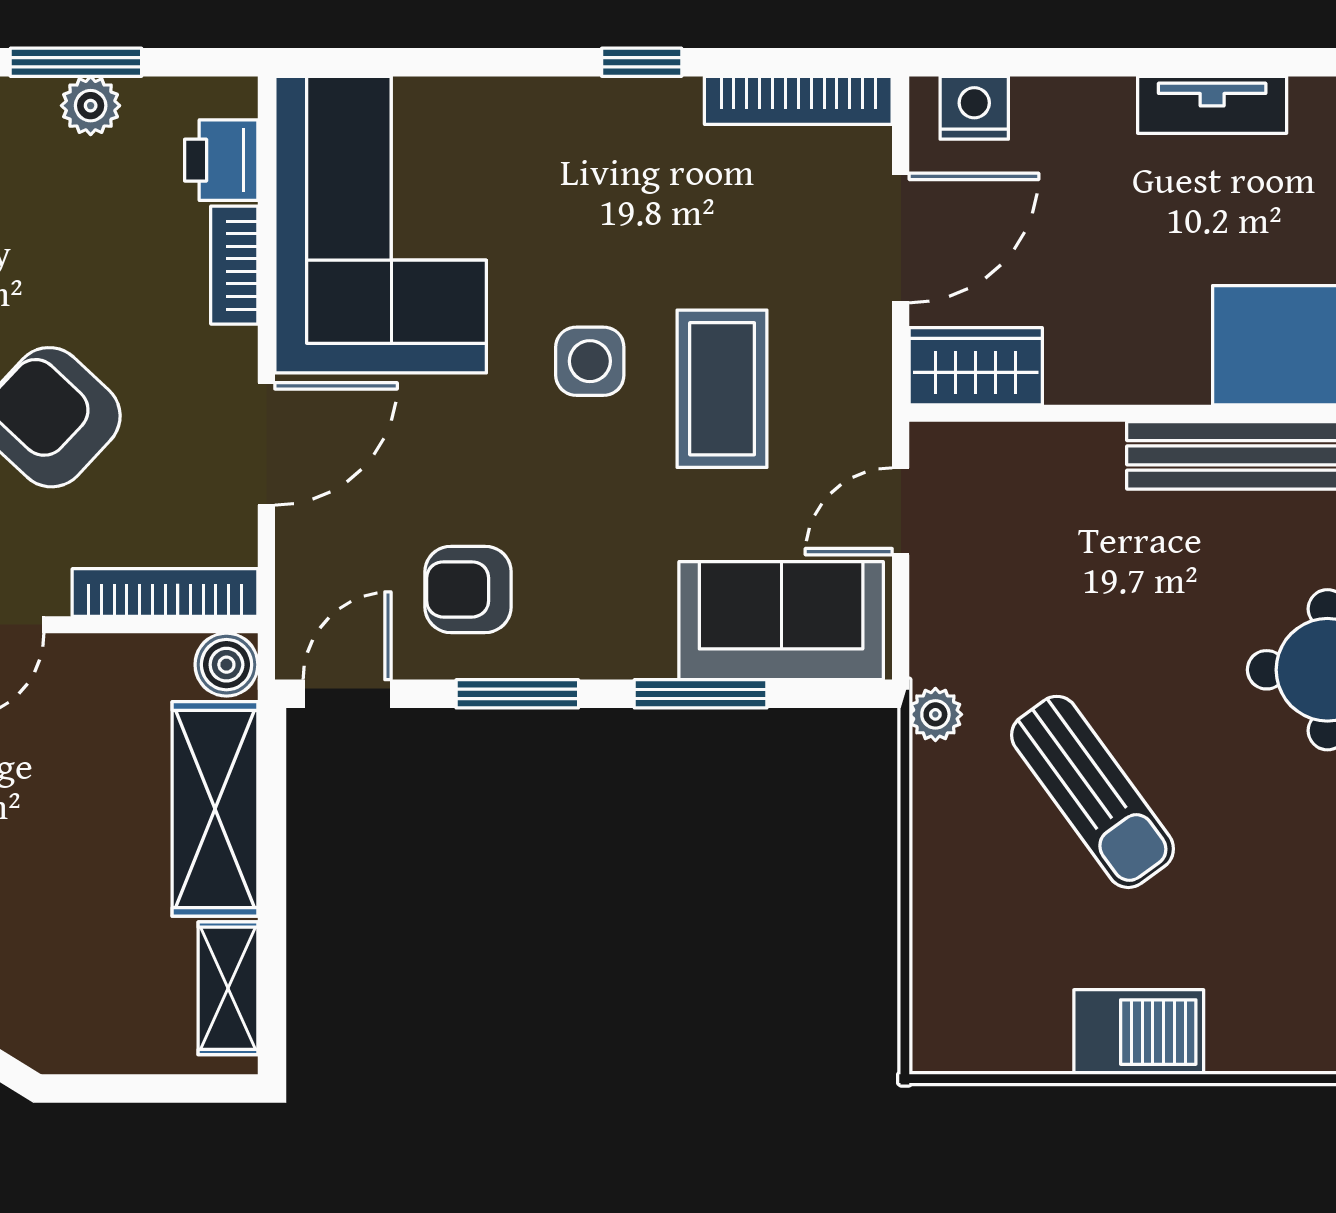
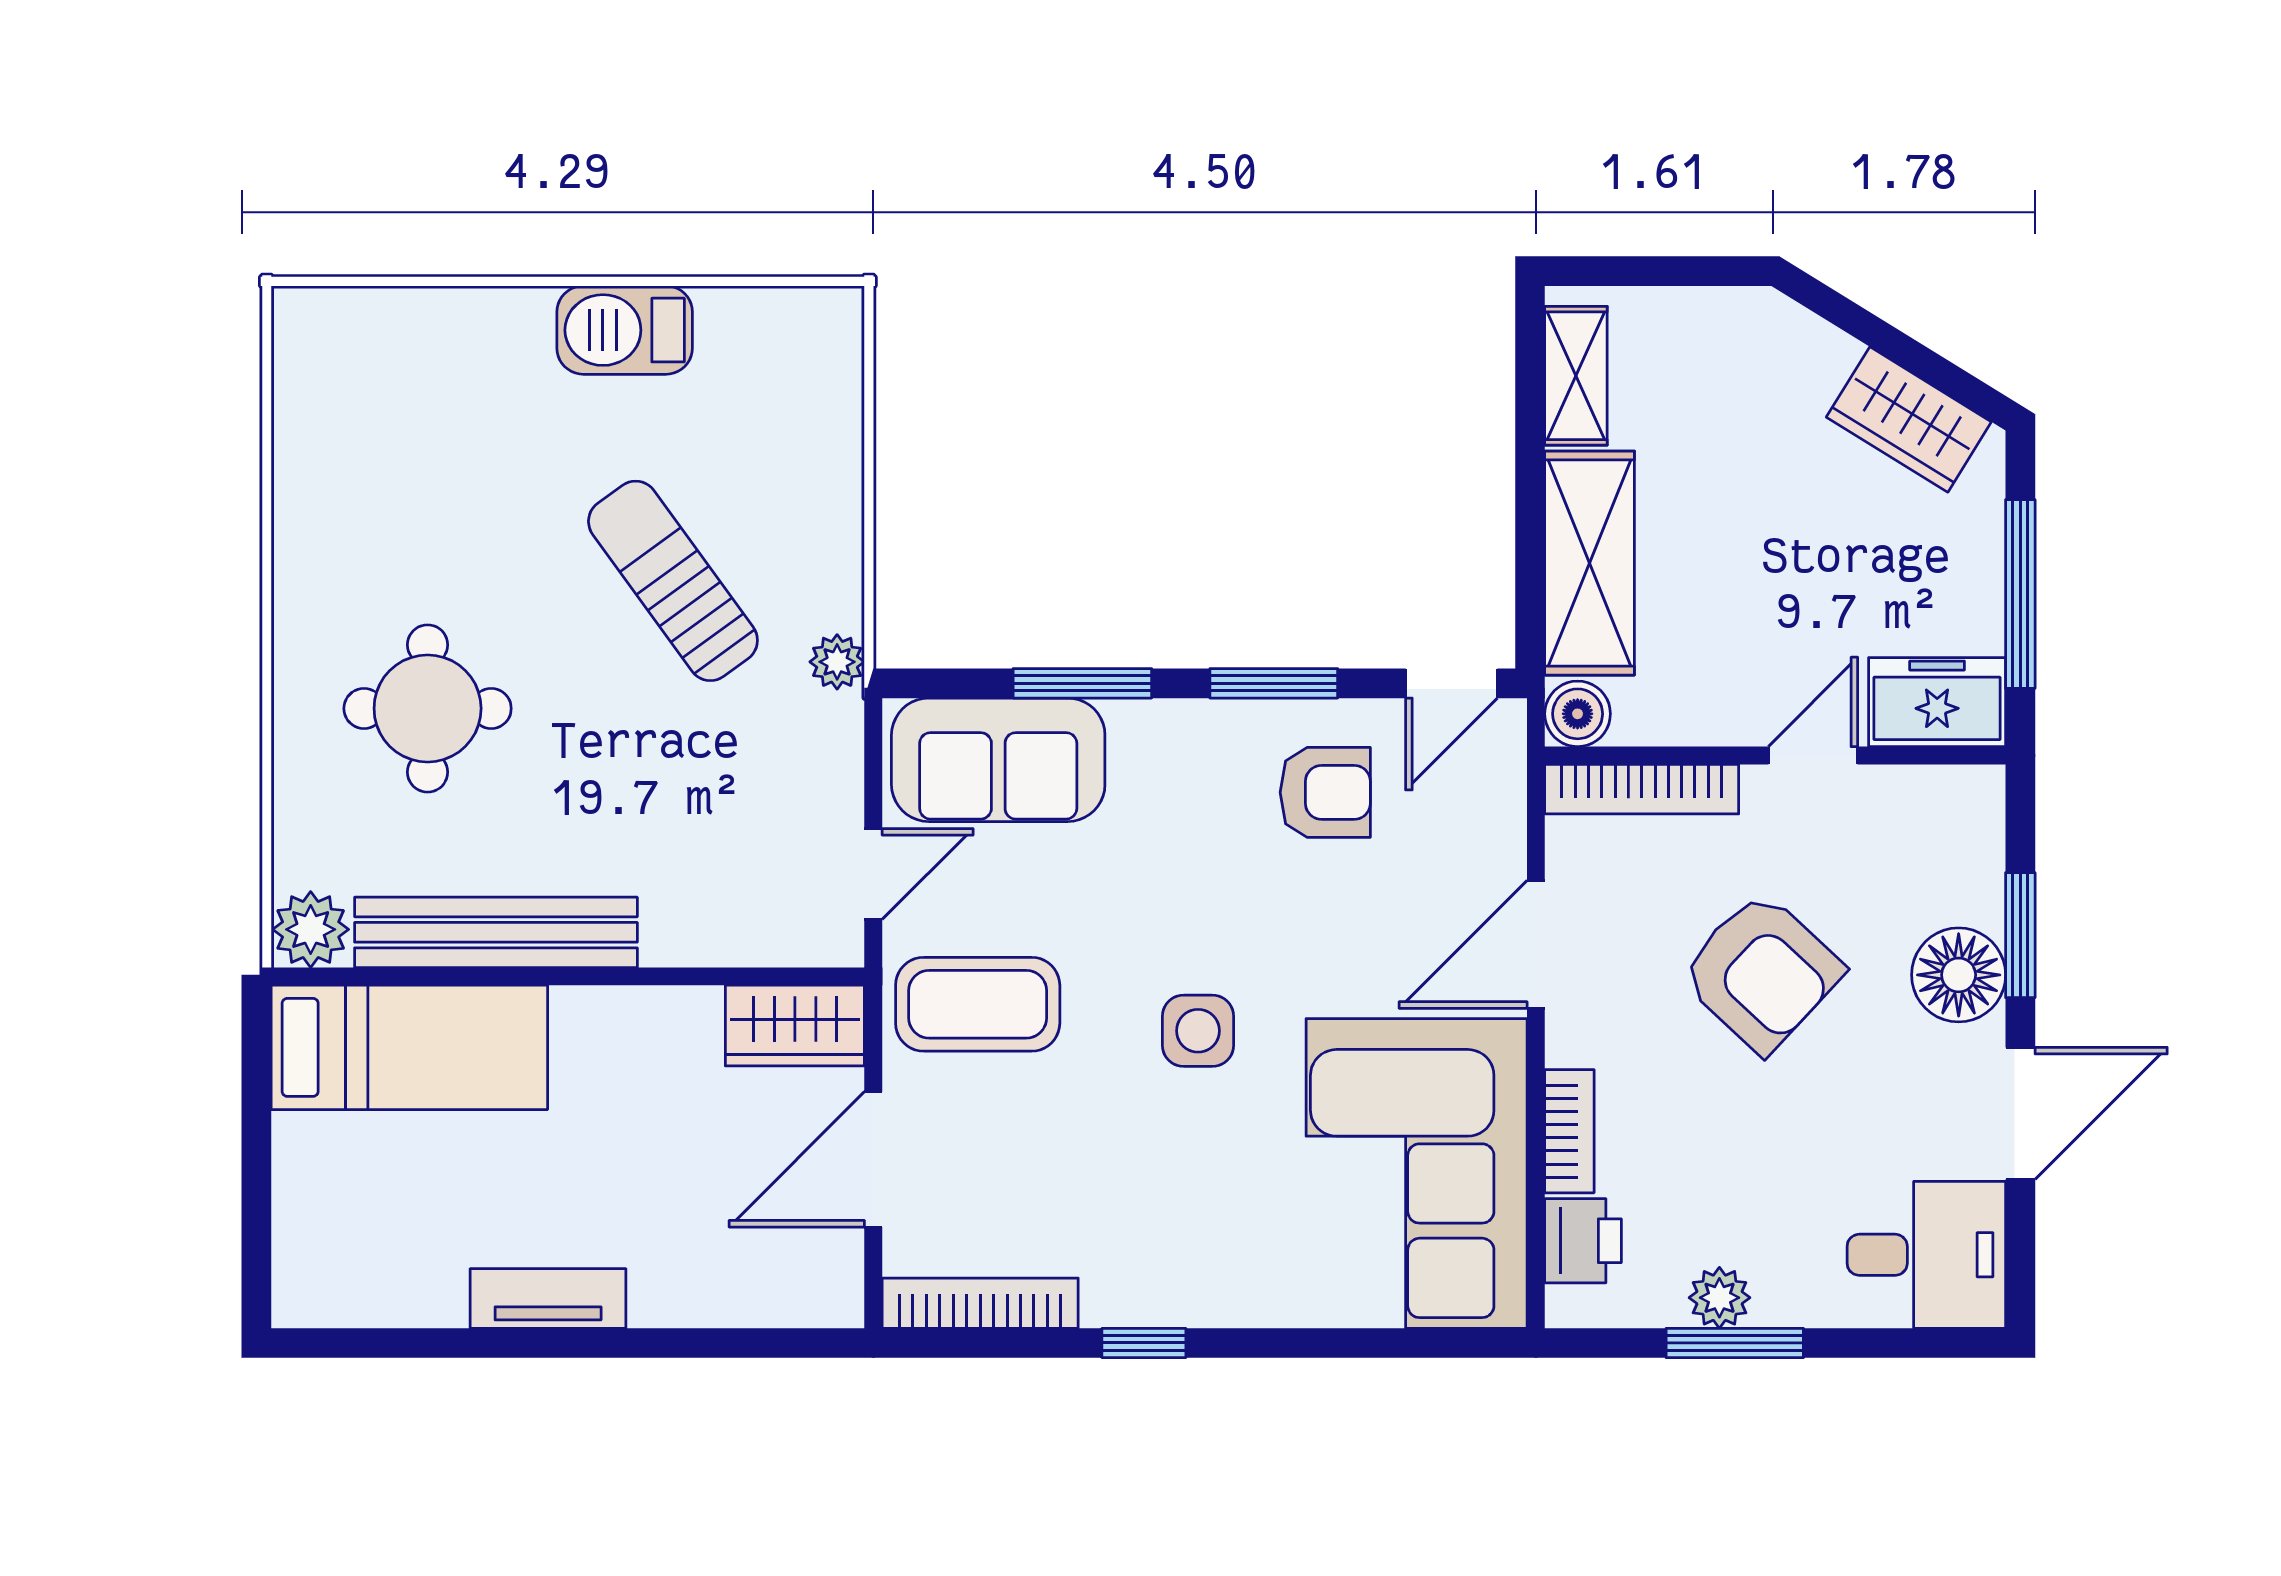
nightstand: (974, 108) -> (796, 1295), removed
coffee table: (722, 389) -> (978, 1004), moved, turned 90

